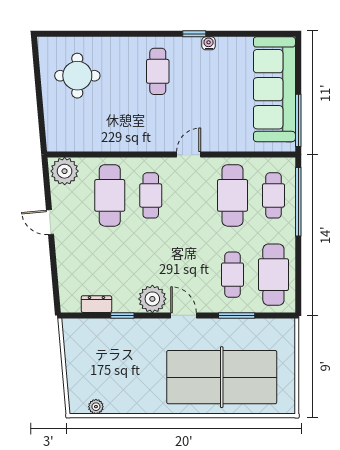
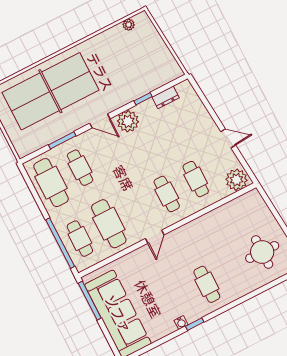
cafe table: (110, 195) -> (196, 179), width x0.73, depth x0.74

